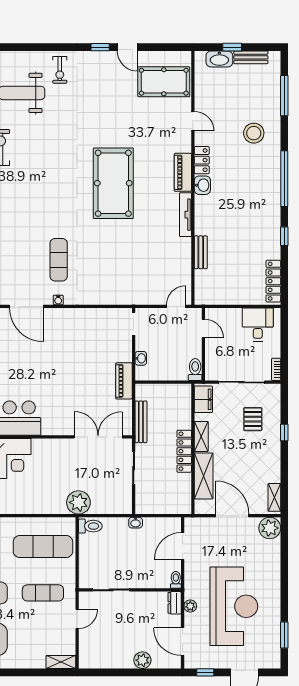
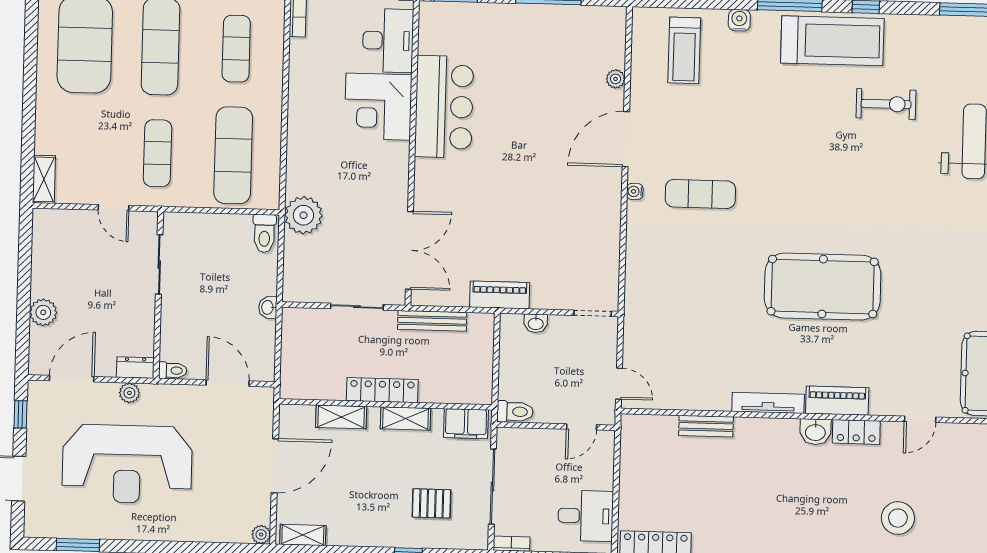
shelving: (204, 476) -> (341, 417), width x0.67, depth x0.75
plant: (270, 528) -> (261, 535), width x0.53, depth x0.53

